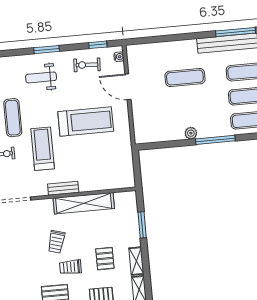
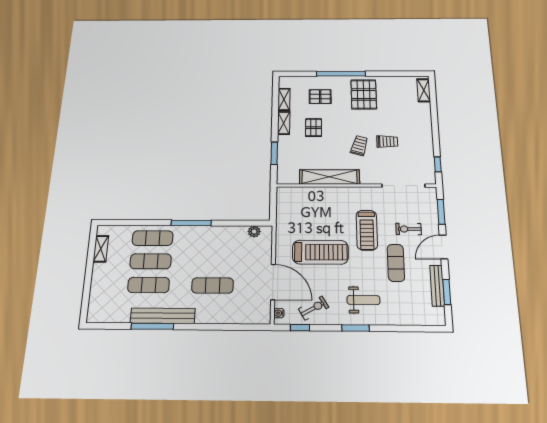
exercise bike: (87, 65) -> (314, 308), turned -33
door: (128, 87) -> (273, 282), width x1.36
treadmill: (86, 121) -> (320, 252), turned 180
plant: (191, 133) -> (254, 232), moved
bench: (63, 188) -> (349, 192), removed
trolley: (70, 267) -> (387, 142), moved

